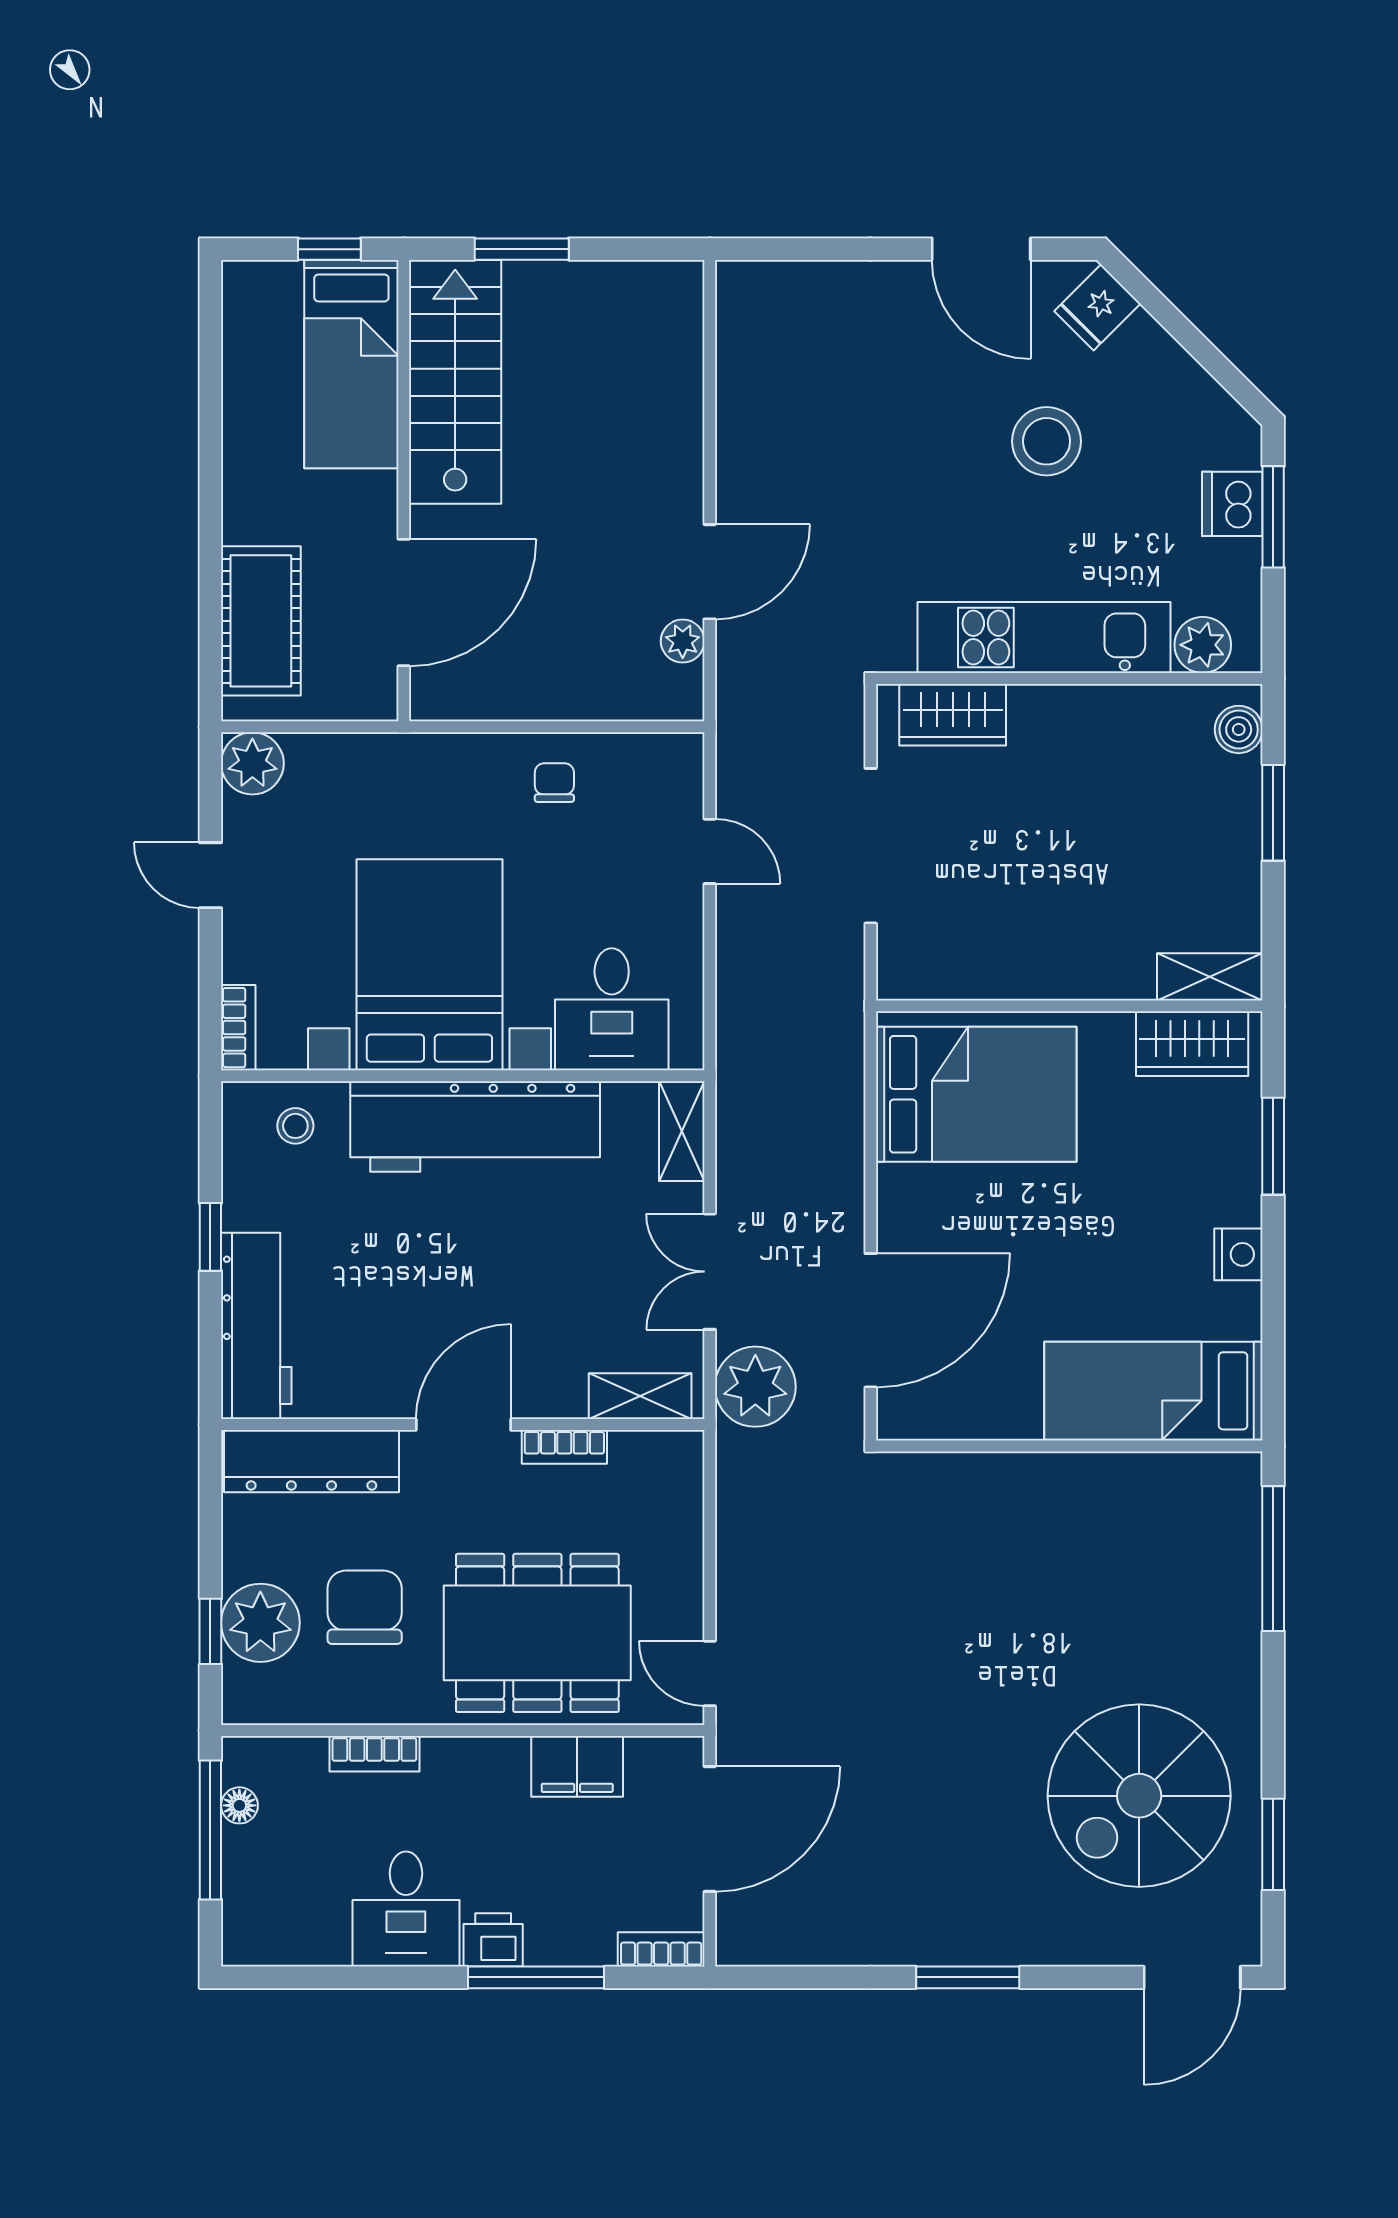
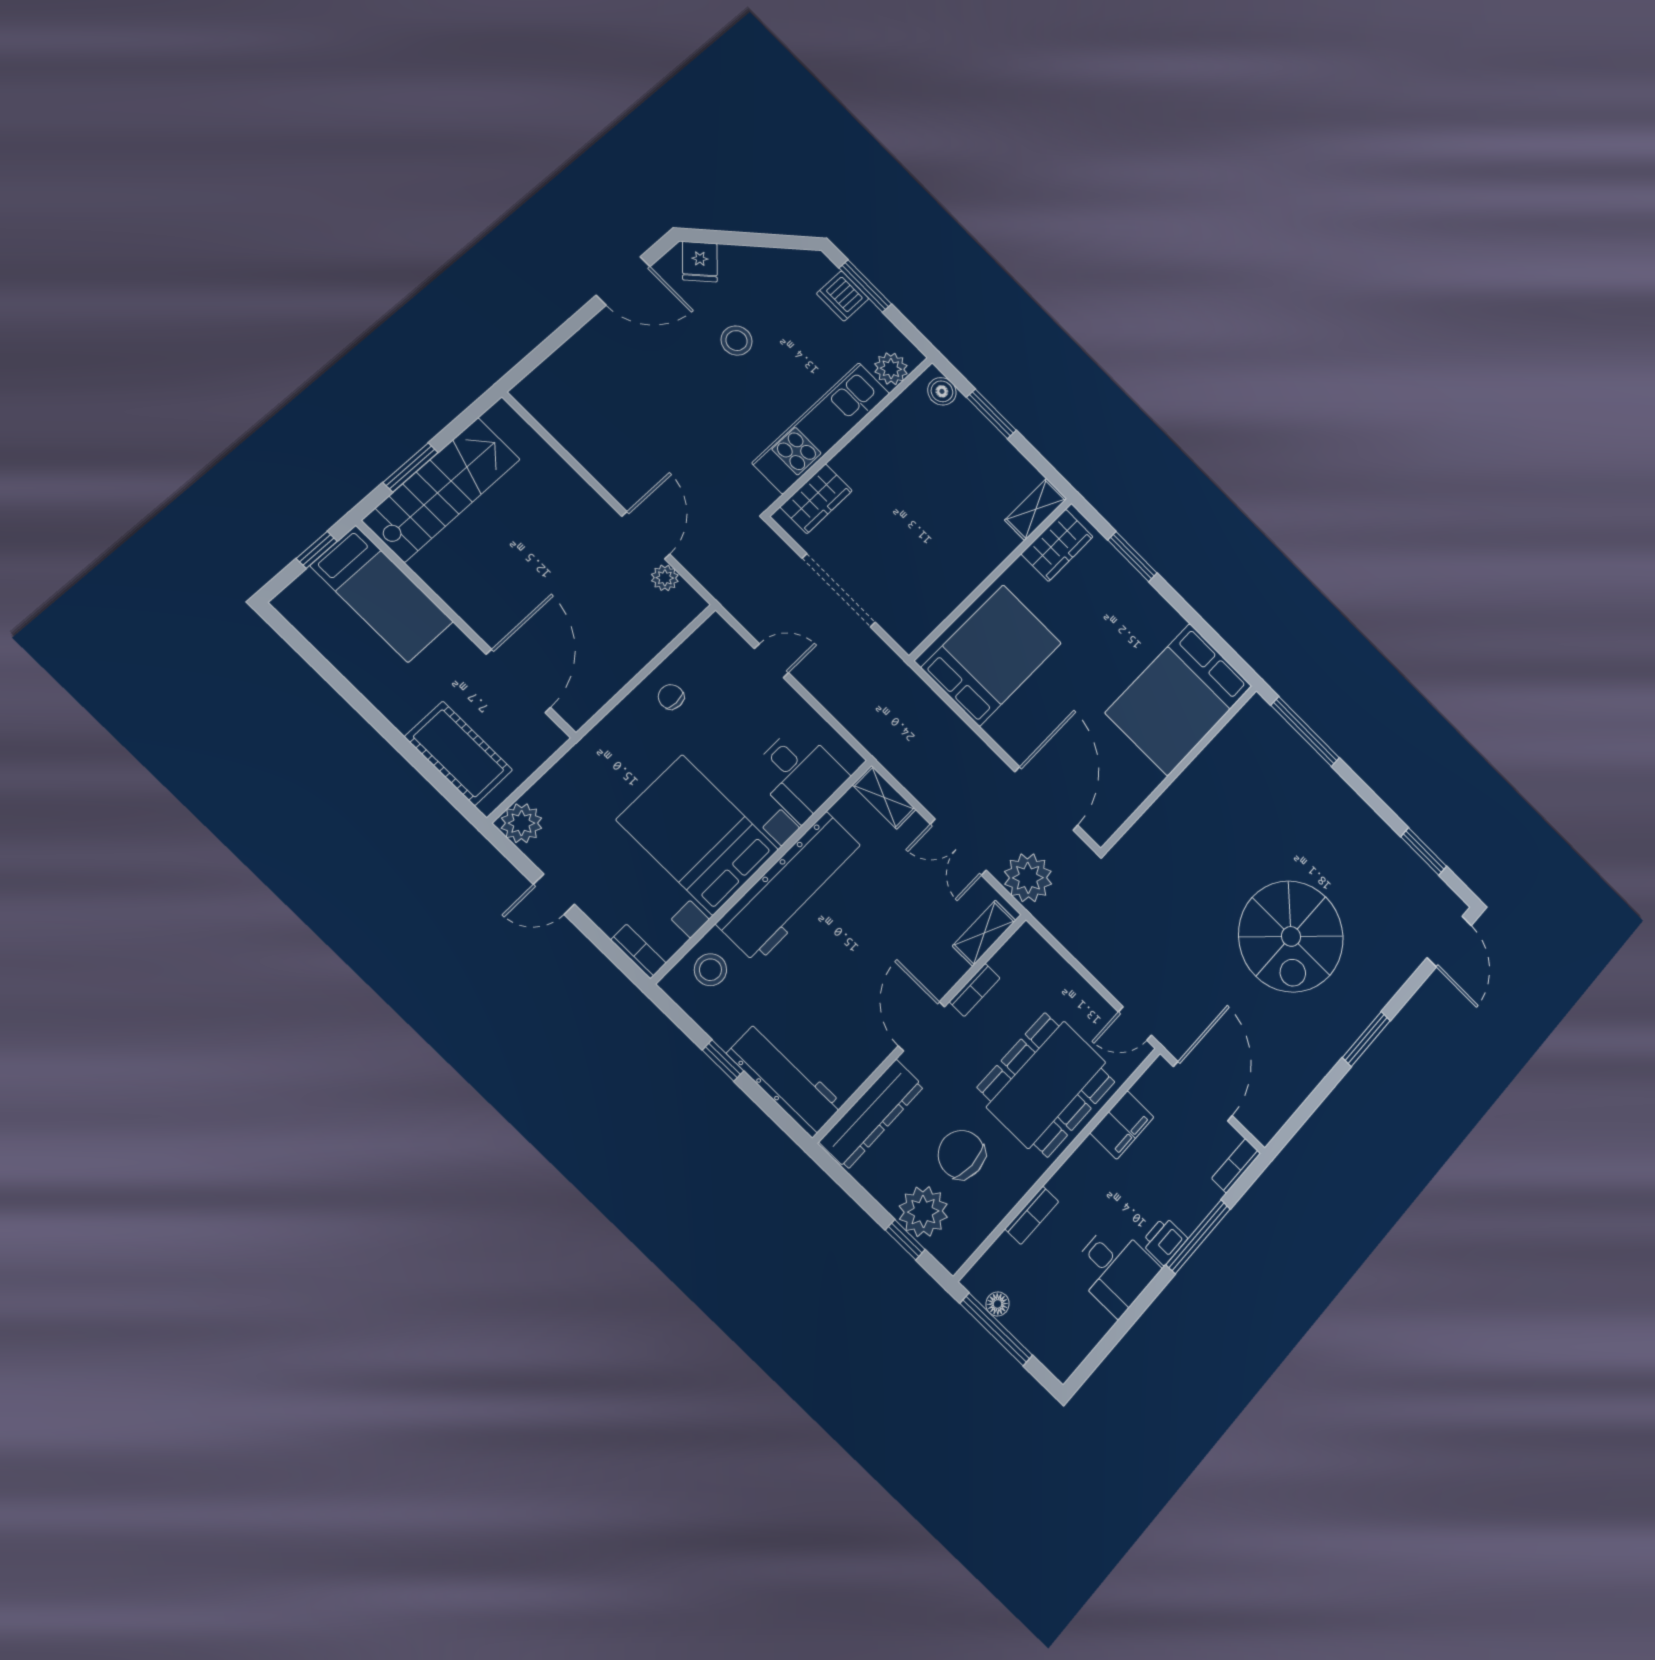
stairs: (455, 382) -> (441, 490), moved, turned 90
stool: (1047, 441) -> (737, 341), width x0.73, depth x0.73
stool: (295, 1126) -> (710, 970), width x1.37, depth x1.37
nightstand: (1238, 1254) -> (1164, 617), removed
bed: (1153, 1391) -> (1179, 699), width x1.50
spiral stairs: (1139, 1796) -> (1291, 936), moved

